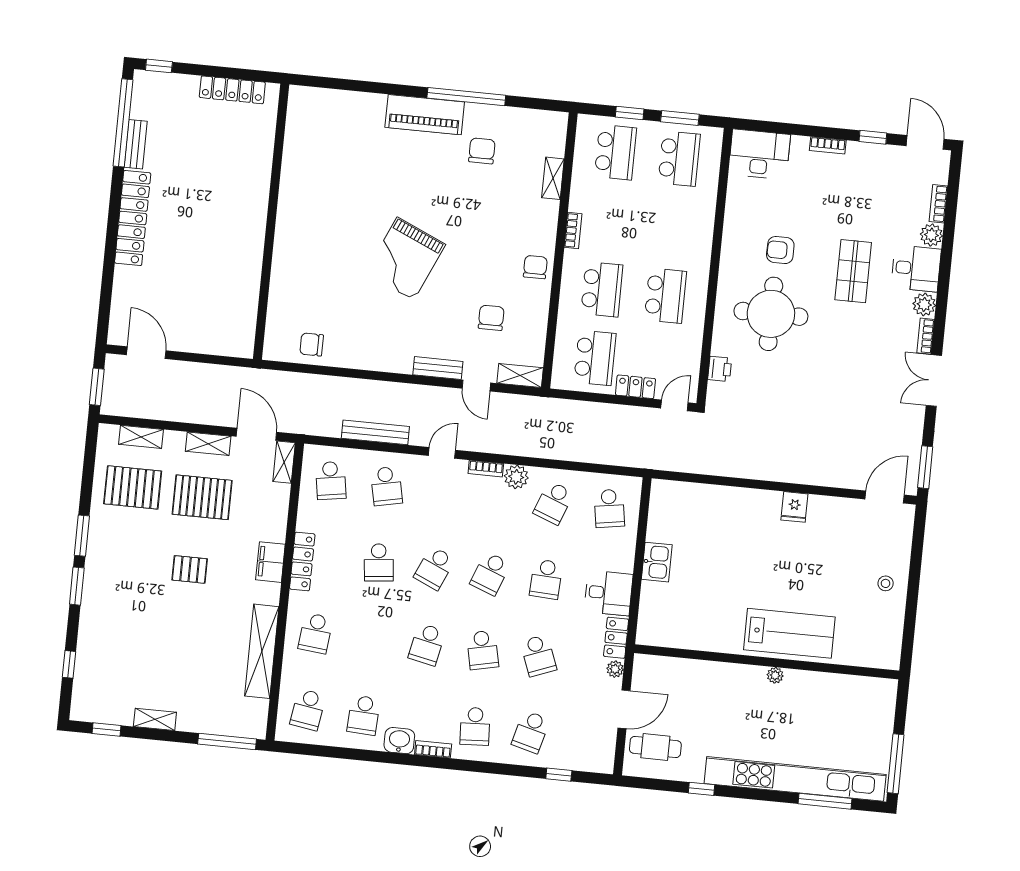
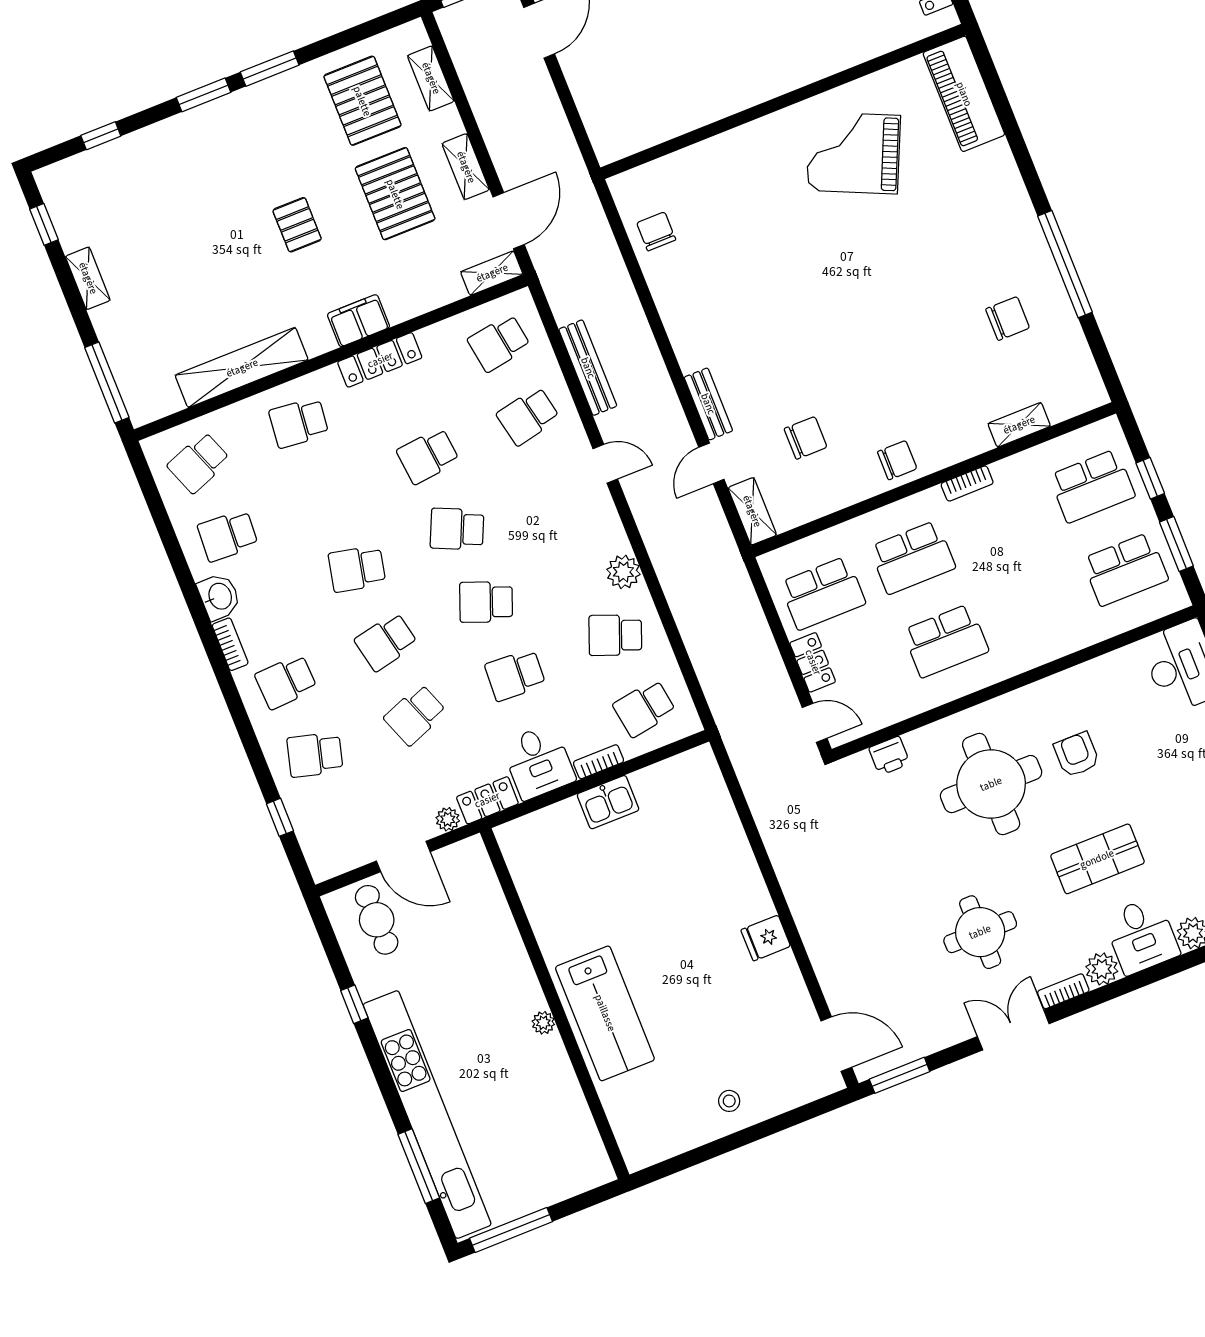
piano: (425, 115) -> (964, 94), moved
grand piano: (405, 259) -> (854, 153), moved
round table: (861, 369) -> (980, 932), added
bookcase: (486, 469) -> (598, 762), moved, turned 90
school desk: (308, 710) -> (199, 463), turned -30

